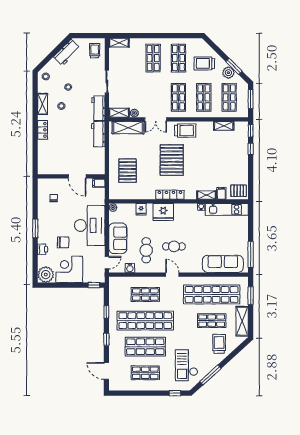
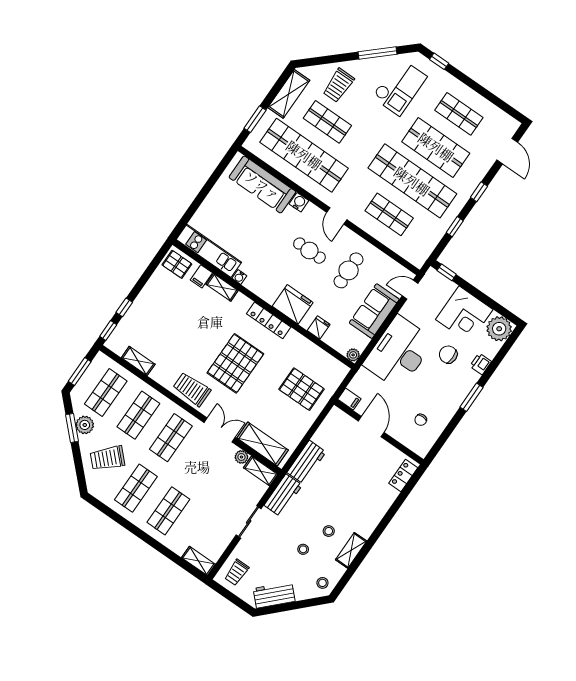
trolley: (204, 63) -> (107, 458), turned 135
locker: (43, 130) -> (403, 476), moved
pallet: (128, 171) -> (302, 389), turned 90
window: (251, 254) -> (218, 172), removed
water cooler: (130, 268) -> (299, 202), moved

